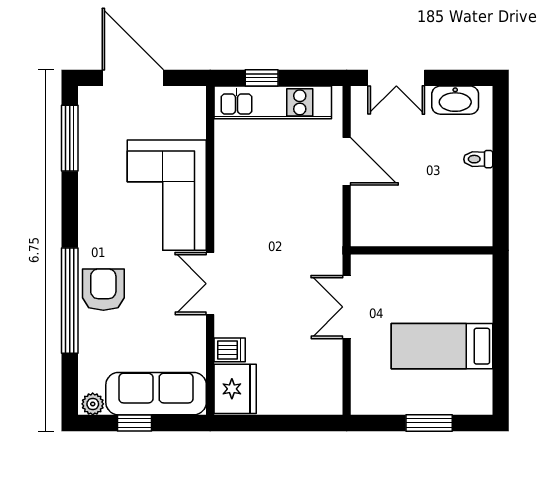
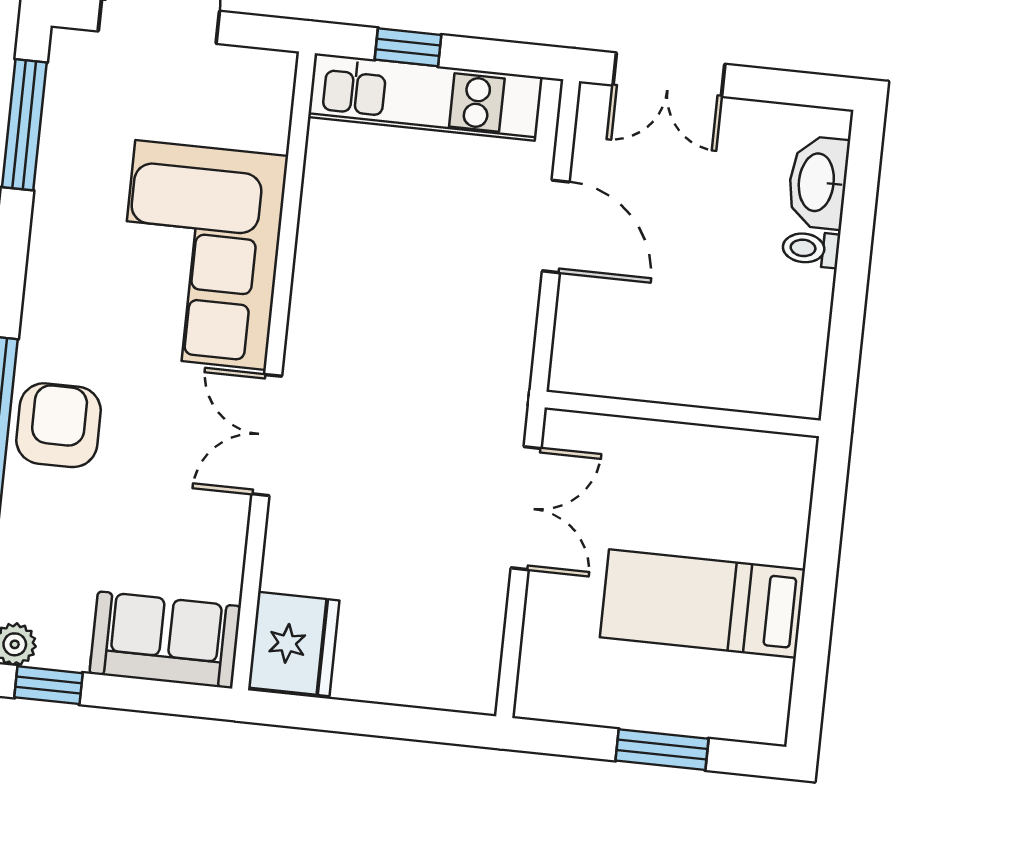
washbasin: (455, 100) -> (818, 182), moved, turned 90
double door: (347, 307) -> (526, 508), swing flipped
dishwasher: (230, 350) -> (291, 568), removed
sofa: (156, 394) -> (165, 640), width x0.73
window: (135, 423) -> (48, 685), moved

